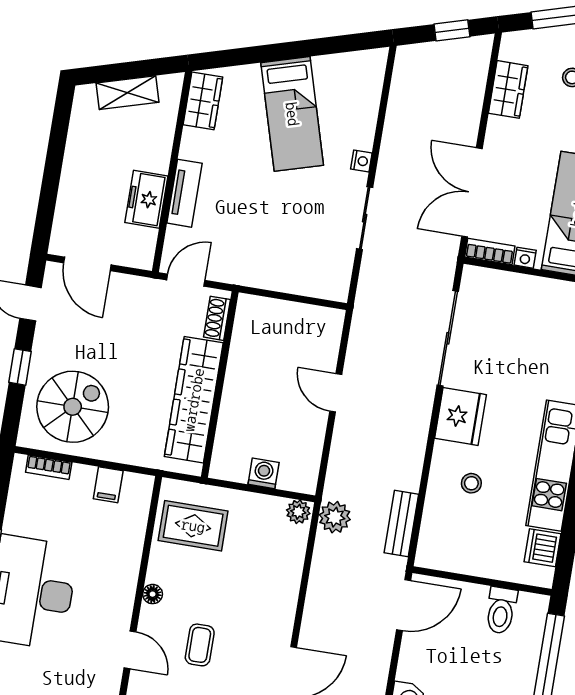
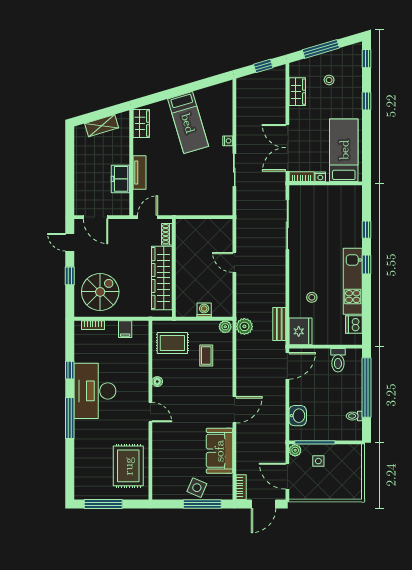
fridge: (461, 416) -> (301, 331), moved
coffee table: (200, 645) -> (206, 356), moved

